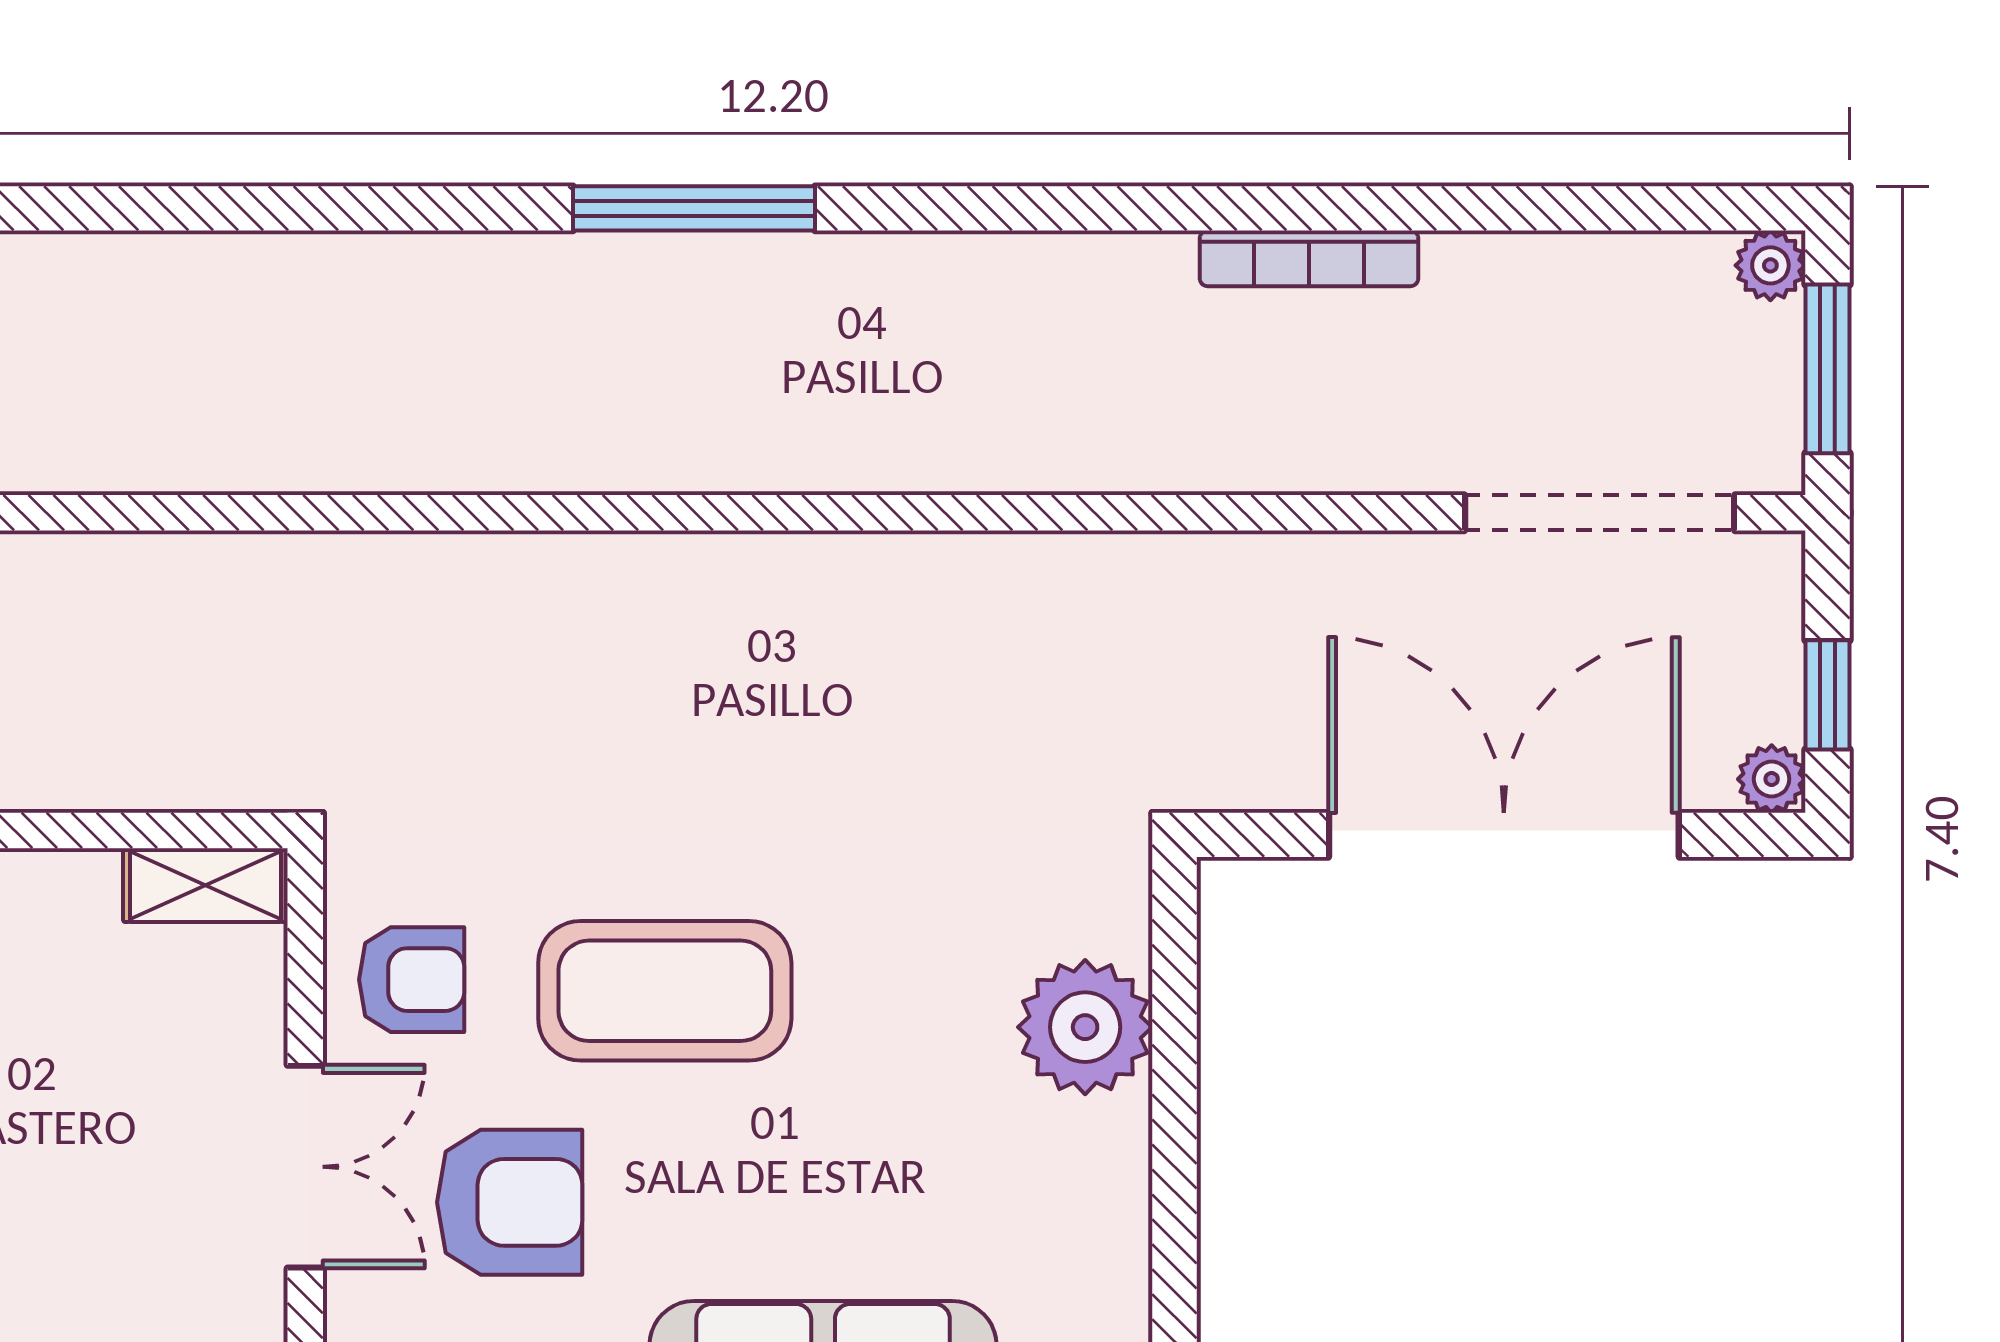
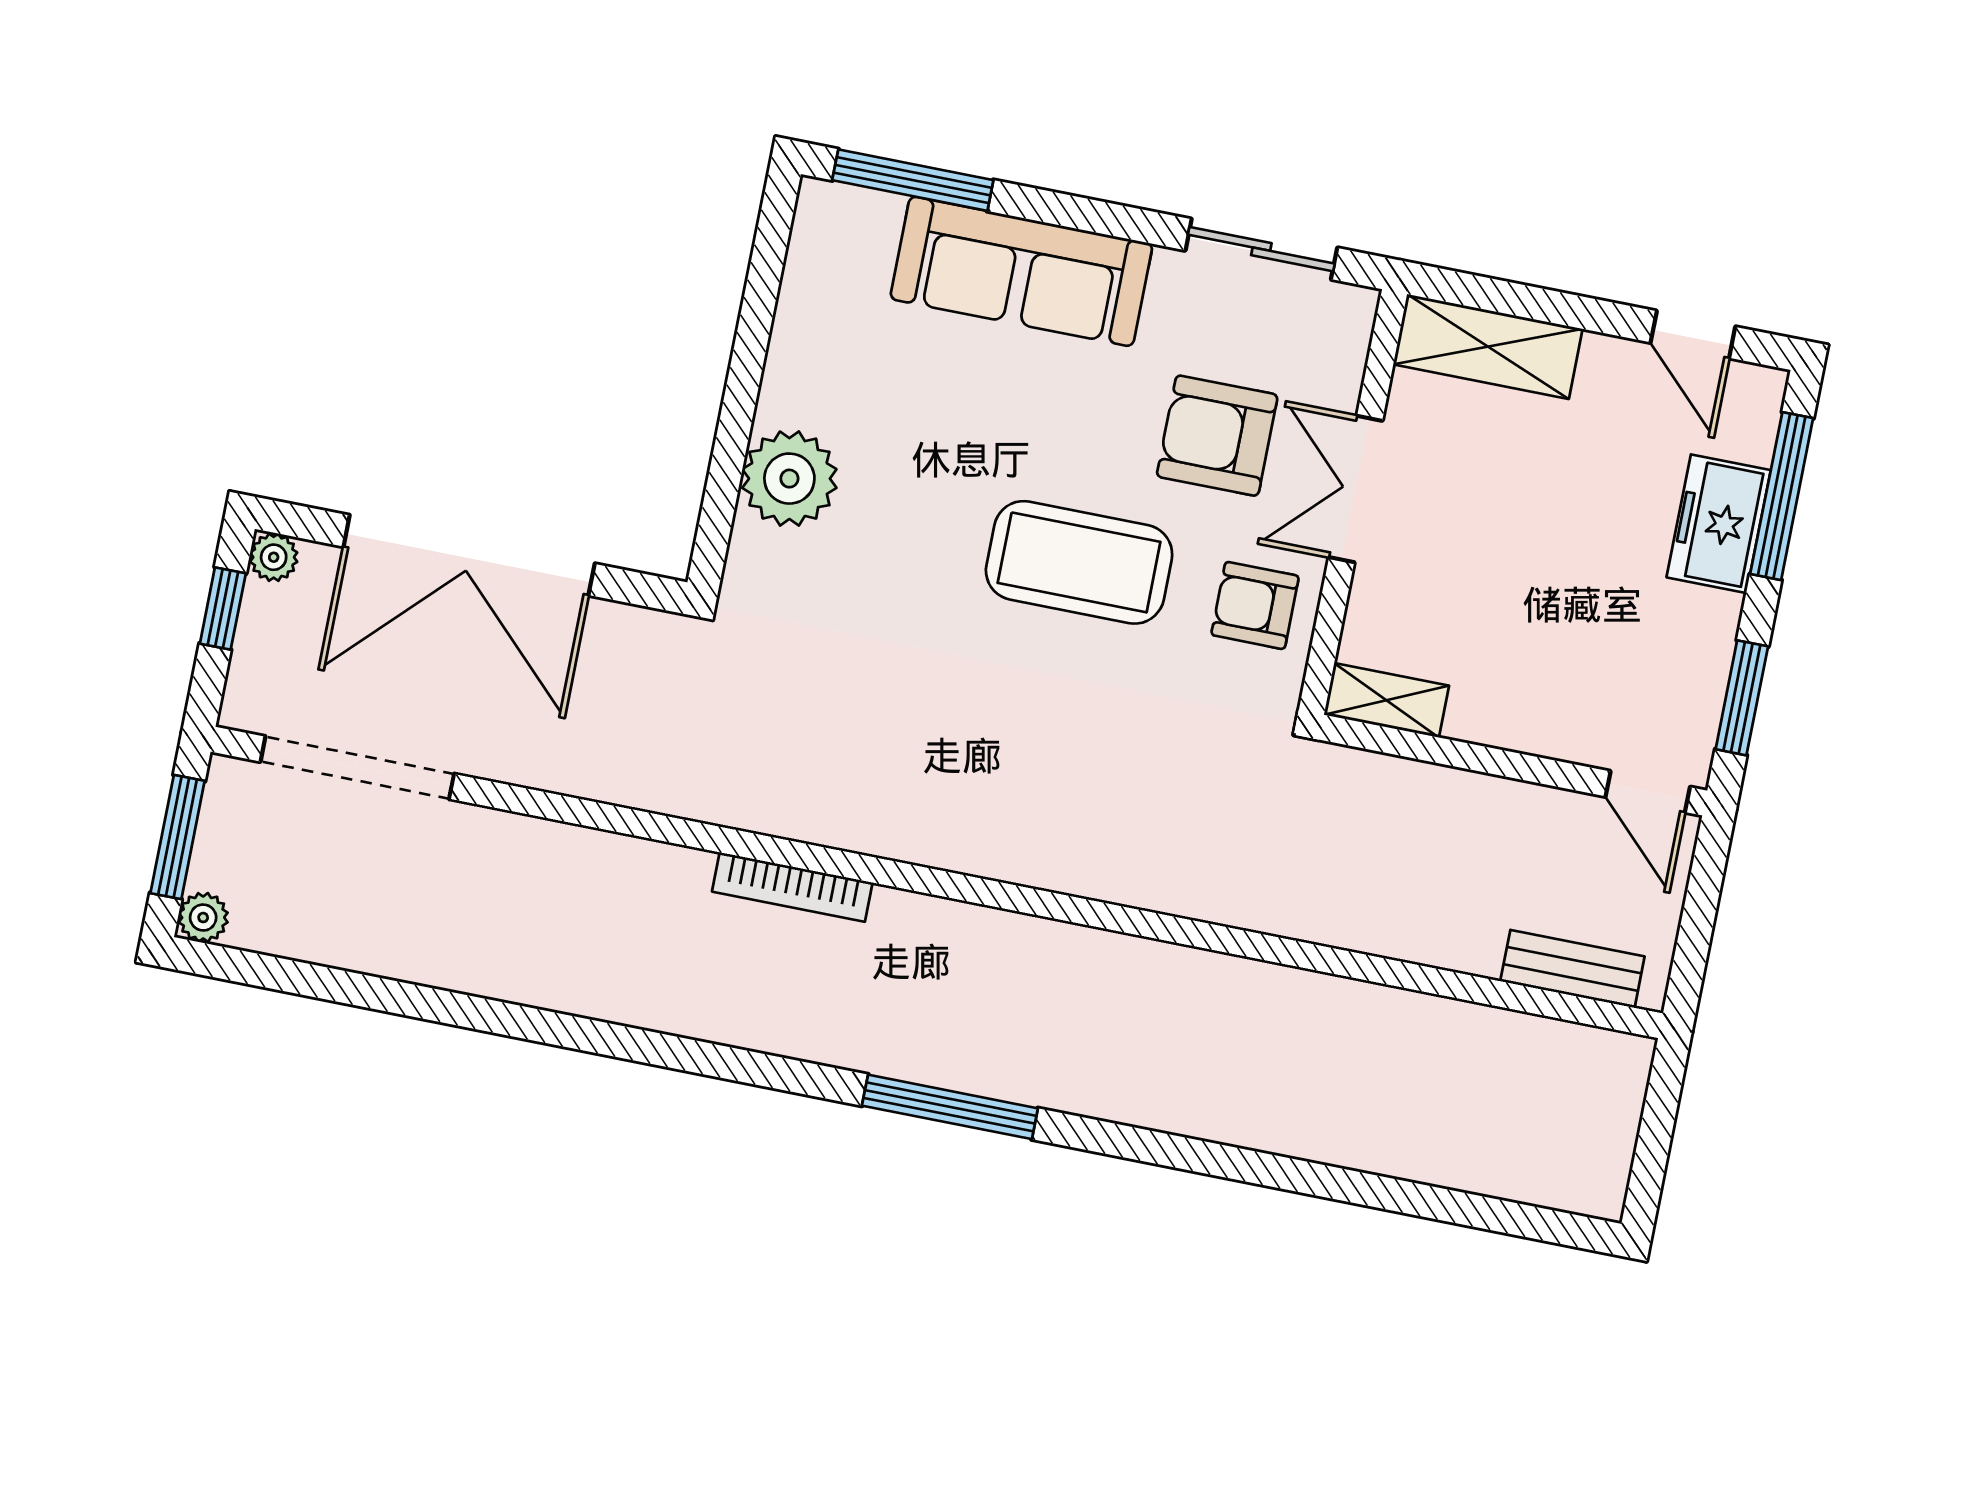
bookcase: (1309, 258) -> (792, 887), moved, turned 180

